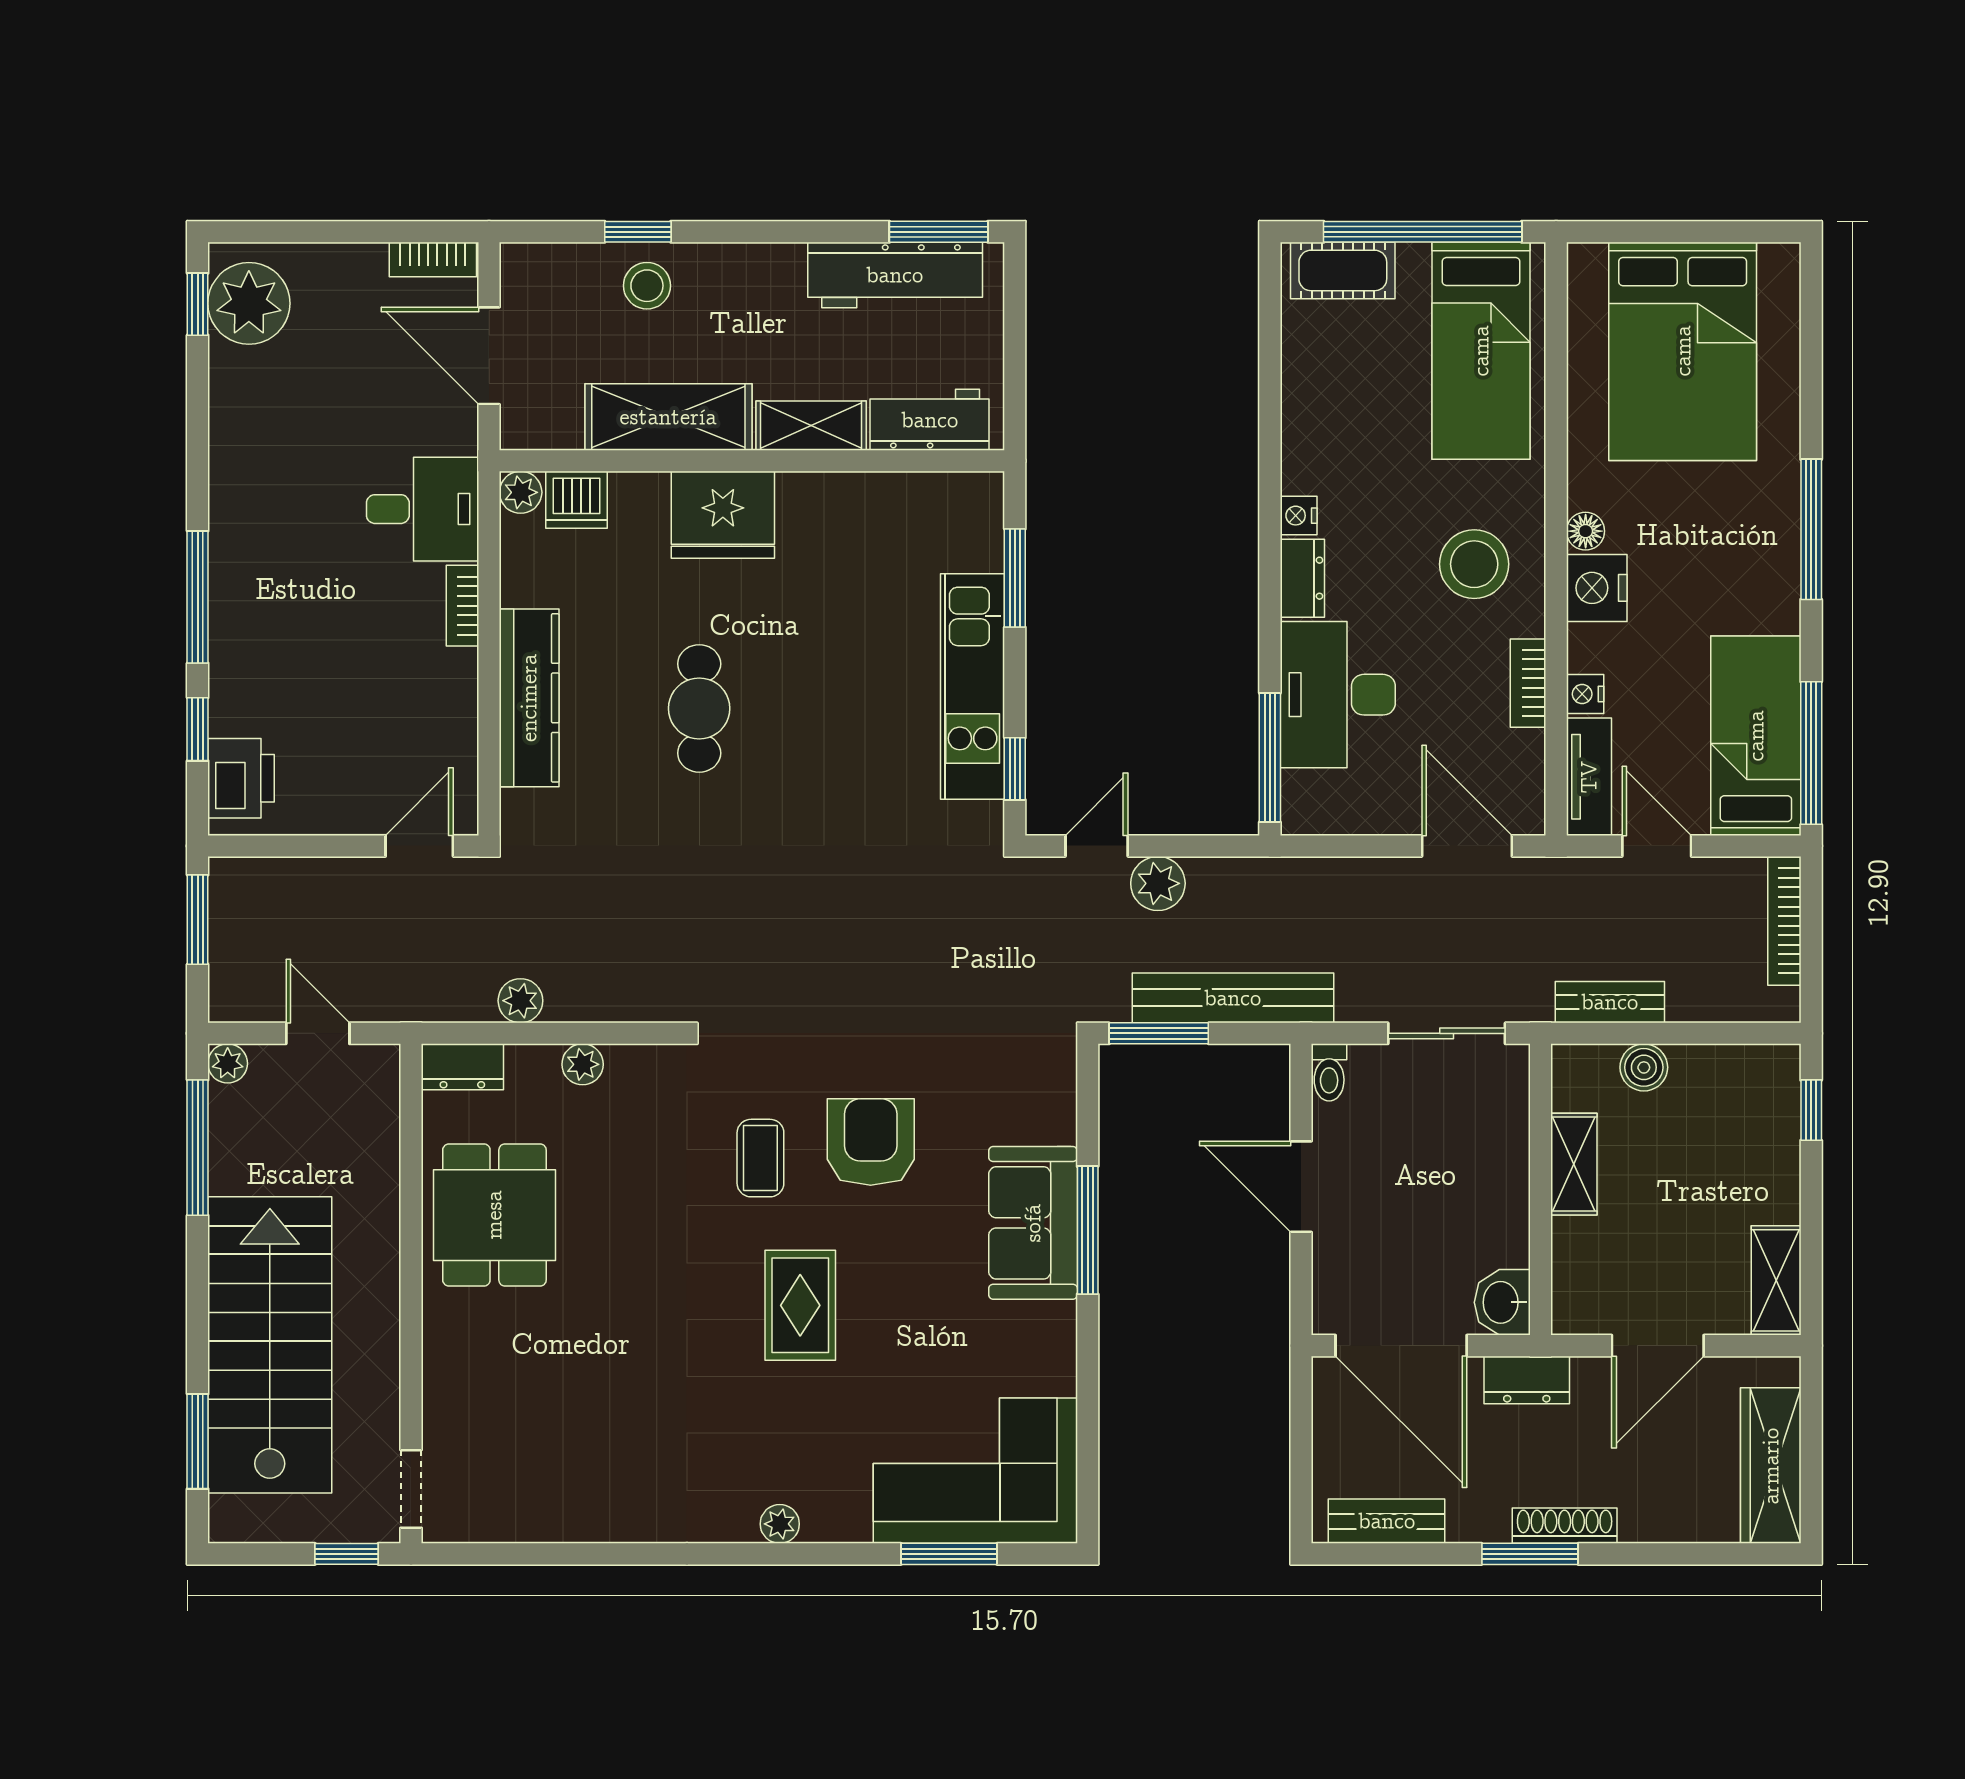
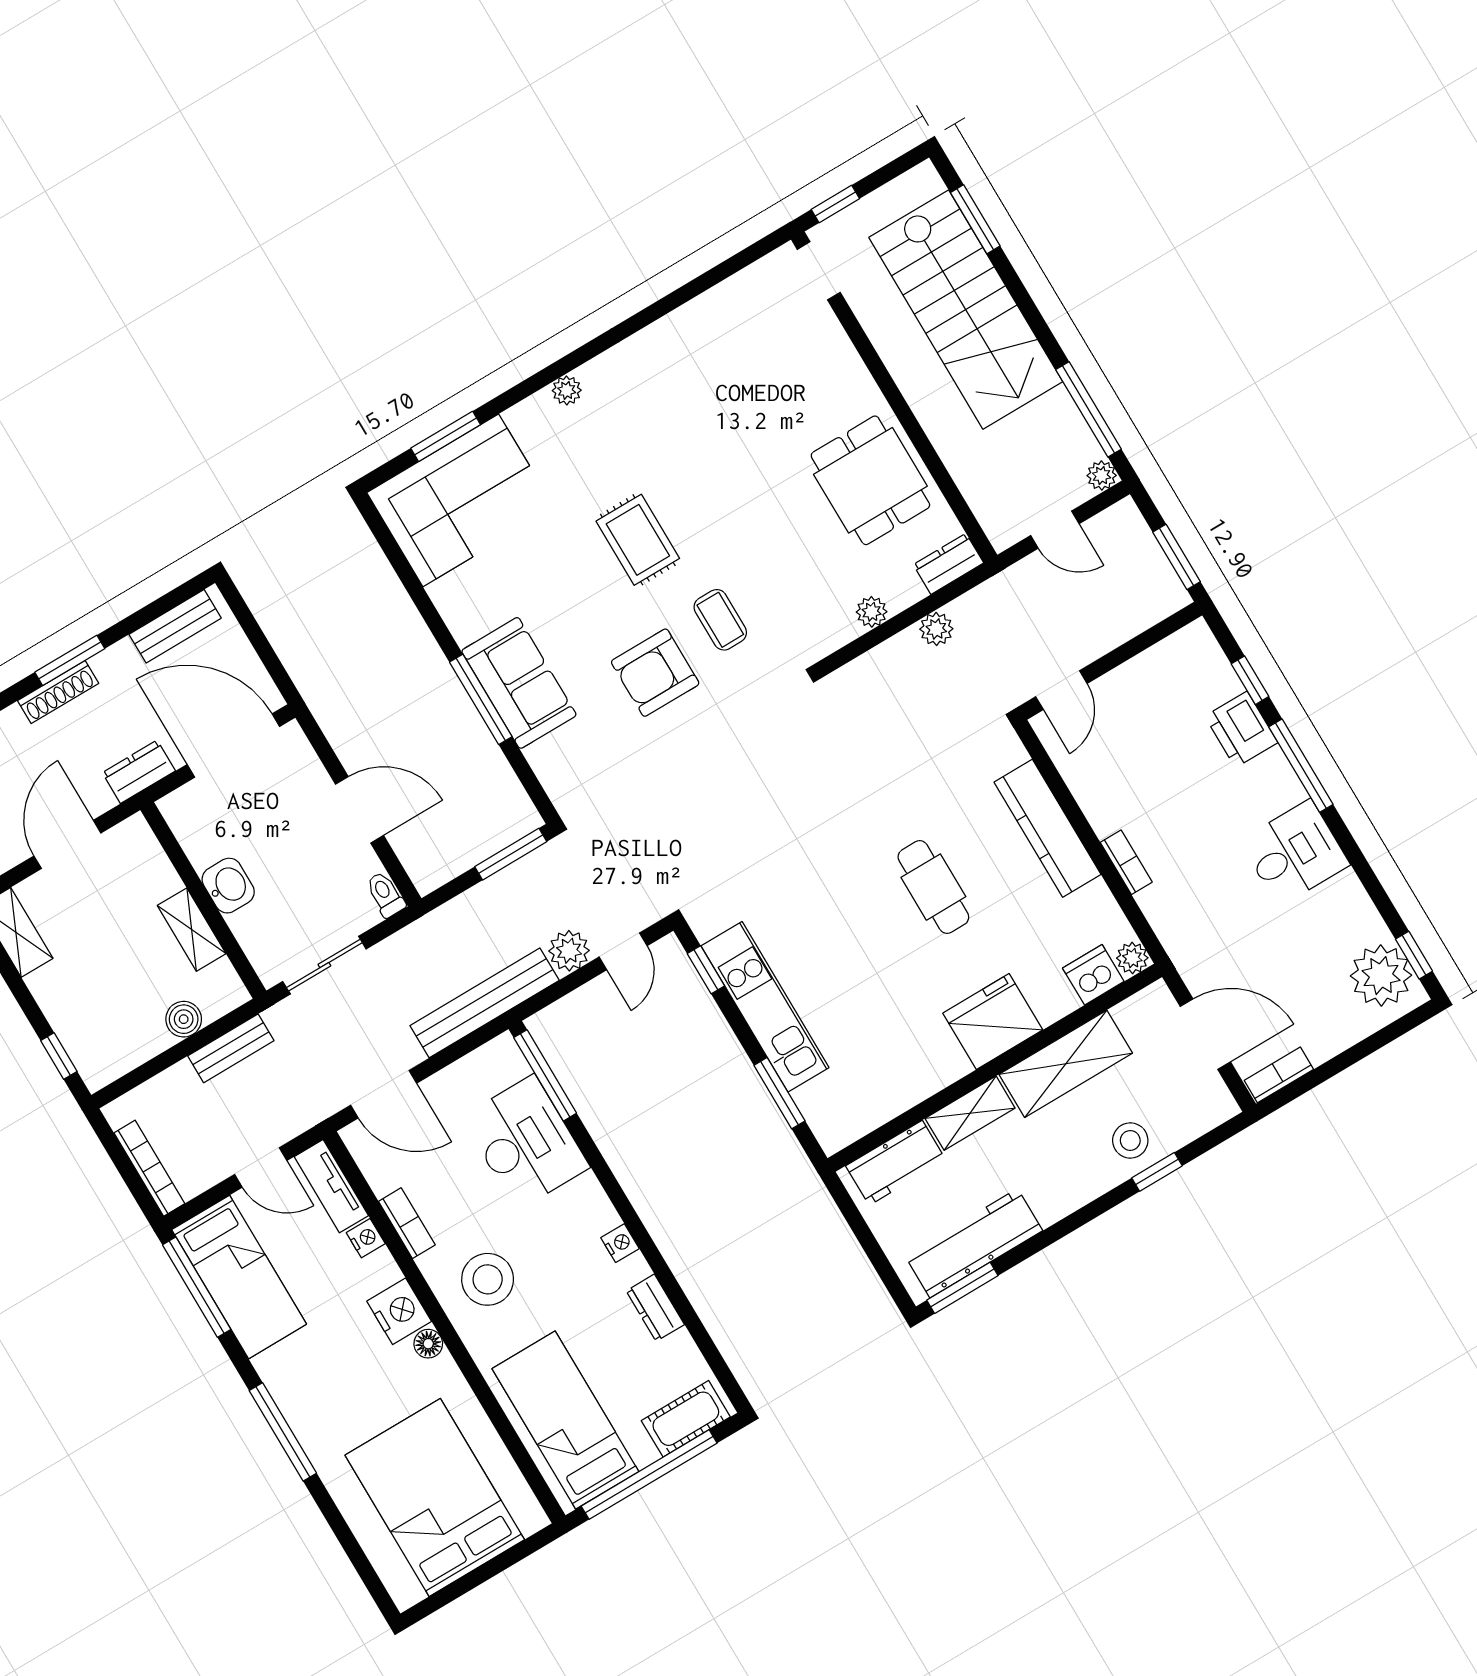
desk: (423, 509) -> (1295, 853), moved, turned 180
dresser: (1302, 578) -> (655, 1308), moved
printer: (241, 778) -> (1241, 729), moved
bench: (1233, 998) -> (485, 1003), moved
armchair: (871, 1142) -> (655, 673), turned 90
washbasin: (1502, 1302) -> (228, 886), moved

